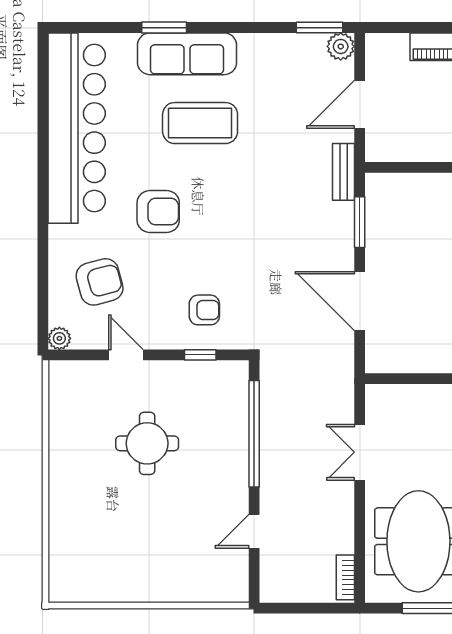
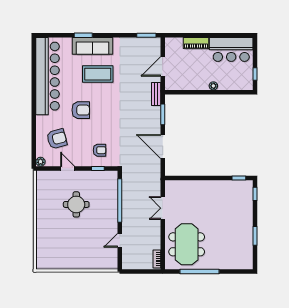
plant: (341, 46) -> (155, 43), removed

